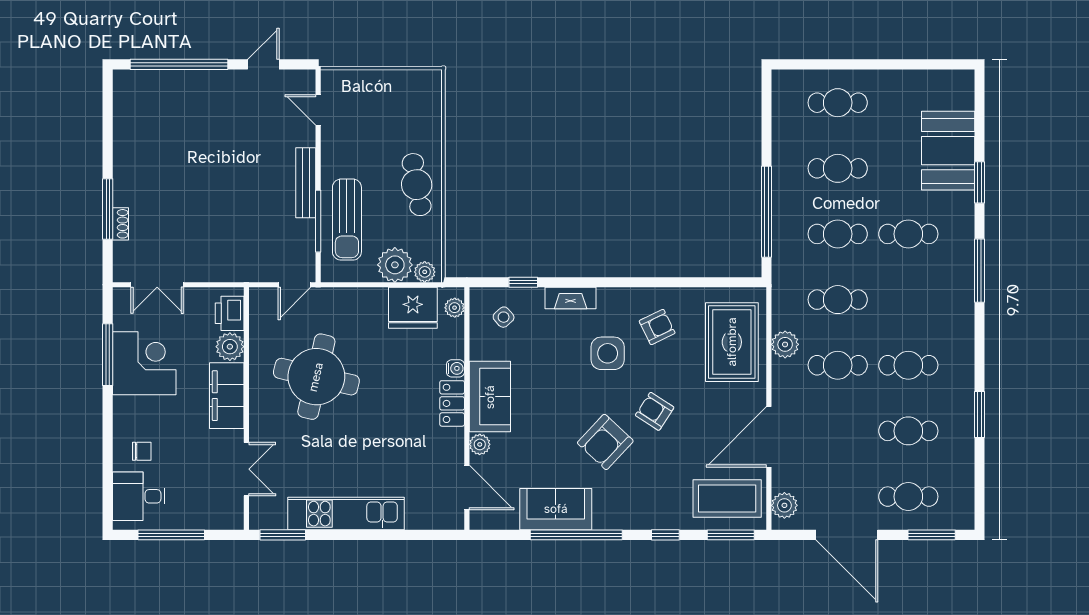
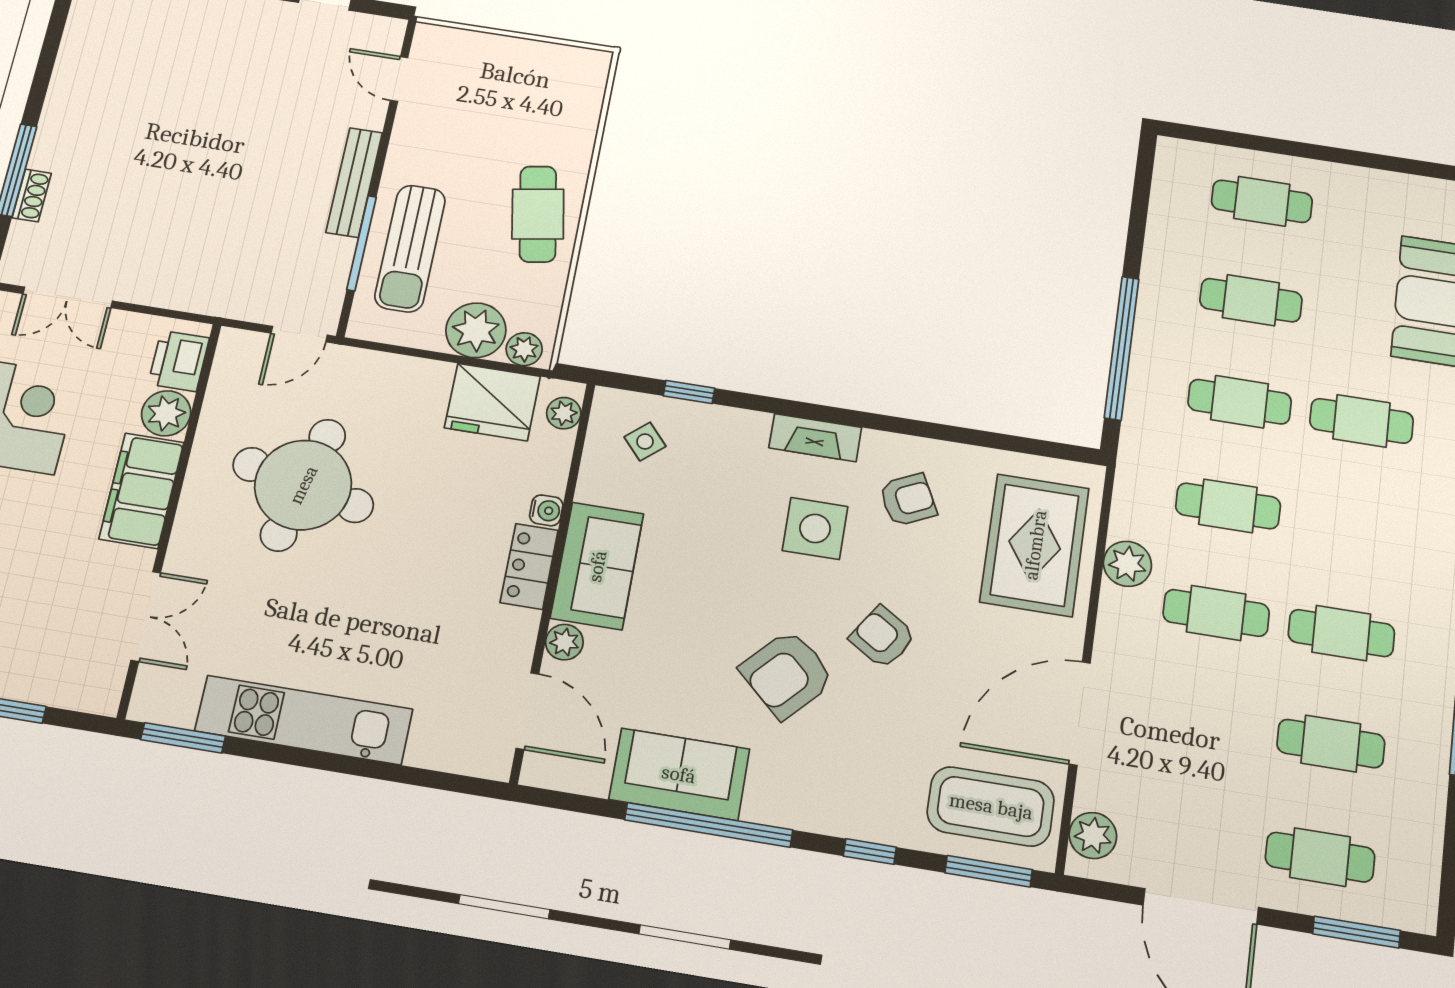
fireplace: (571, 298) -> (815, 438), moved

